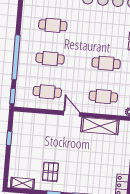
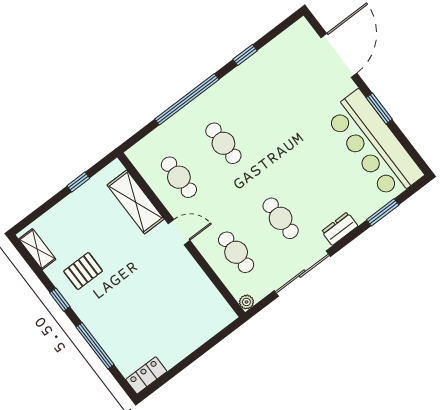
cafe table: (53, 25) -> (268, 109), removed
window: (13, 96) -> (245, 55), moved
door: (72, 114) -> (179, 232), hinge flipped
shelving: (100, 126) -> (136, 202), moved

